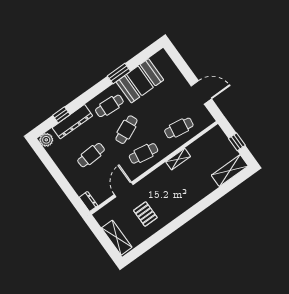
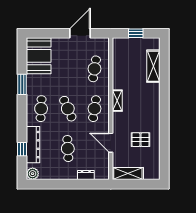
booth: (140, 81) -> (39, 56), moved
shelving: (178, 159) -> (117, 101), moved
shelving: (230, 171) -> (153, 66), moved
dresser: (89, 201) -> (86, 175), moved
shelving: (117, 238) -> (128, 174), moved

